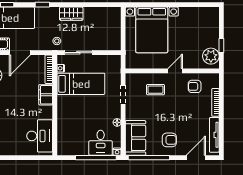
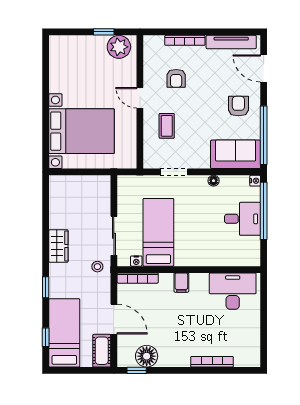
armchair: (195, 86) -> (176, 78), moved
filing cabinet: (46, 95) -> (181, 283), width x0.50
desk: (101, 143) -> (242, 219), moved

